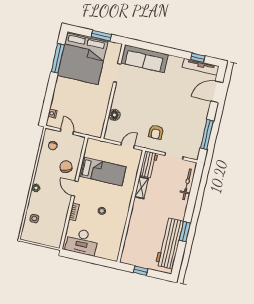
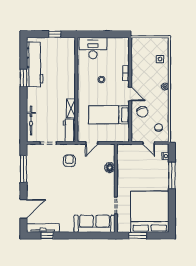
window: (58, 58) -> (172, 175), moved
desk: (82, 242) -> (93, 48), moved

